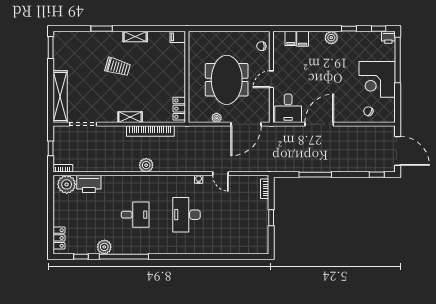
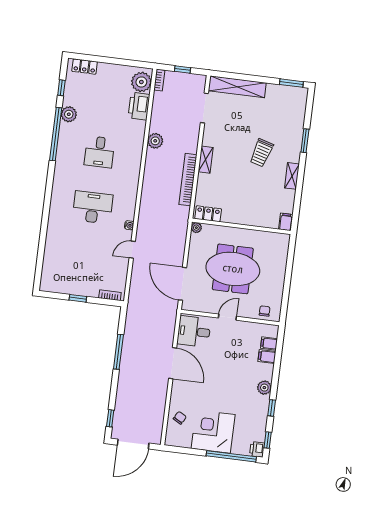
door: (271, 79) -> (227, 317), hinge flipped
plant: (217, 118) -> (196, 228), moved
plant: (146, 165) -> (155, 141), moved

